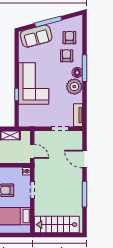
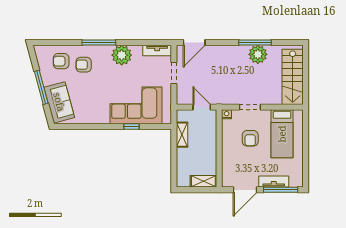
floor lamp: (77, 73) -> (104, 52), removed
corner sofa: (34, 83) -> (136, 105), moved
door: (32, 151) -> (202, 107), hinge flipped
door: (84, 159) -> (194, 43), moved
plant: (75, 196) -> (258, 54), added

